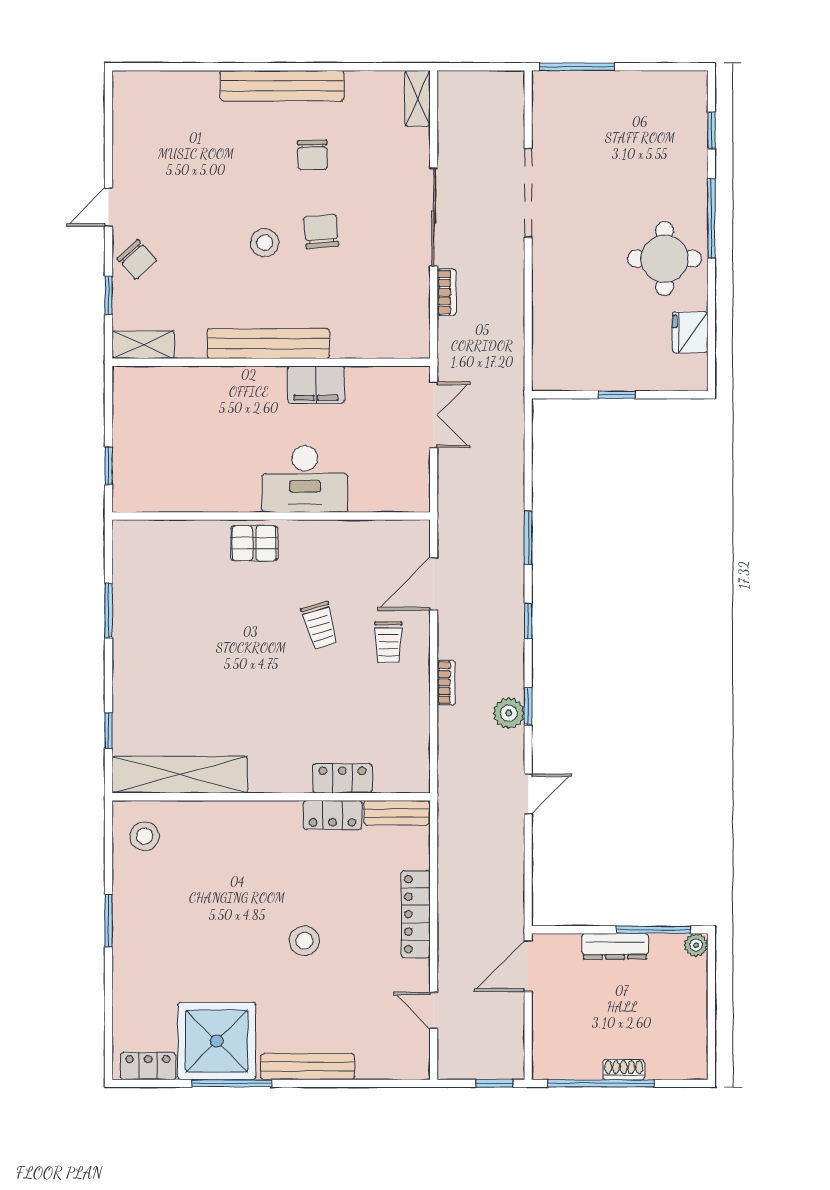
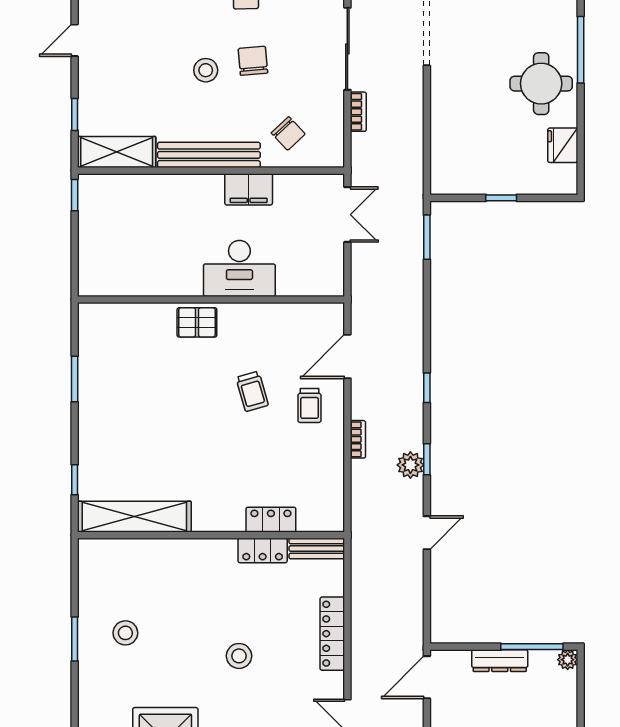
chair: (137, 260) -> (288, 133), moved
shelving: (143, 345) -> (117, 152), width x1.50, depth x1.33
window: (109, 466) -> (75, 195), moved
window: (528, 538) -> (427, 237), moved
stool: (145, 836) -> (125, 633), moved

